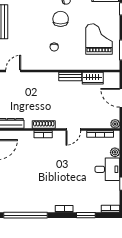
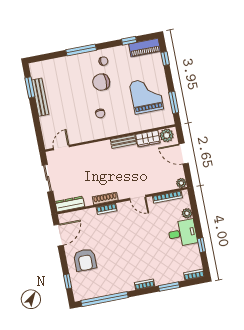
chair: (61, 19) -> (101, 82), turned -90
plant: (110, 78) -> (167, 135), added
door: (73, 130) -> (138, 198), hinge flipped
armchair: (15, 176) -> (85, 260), added

